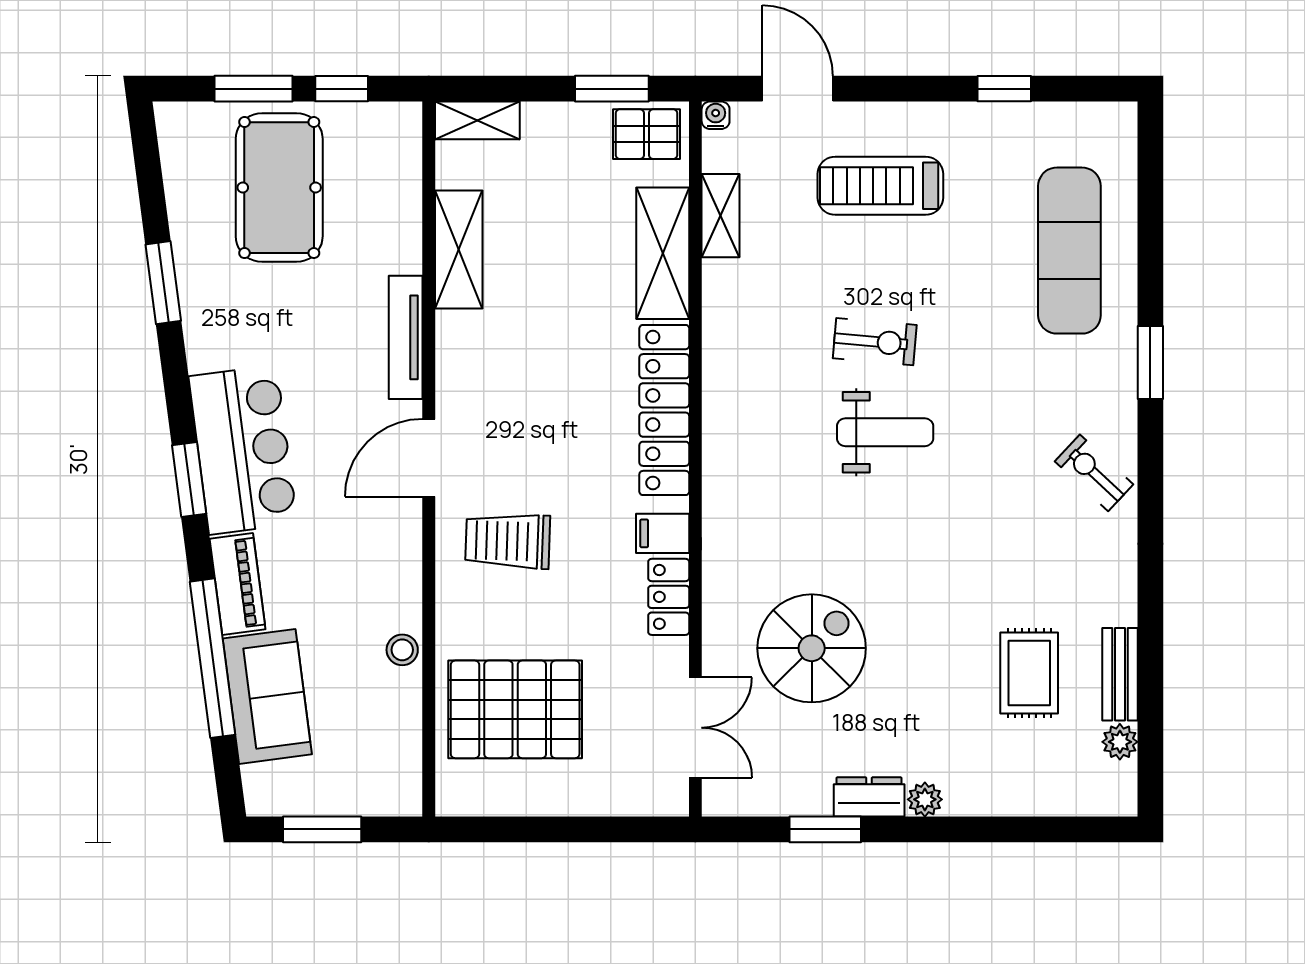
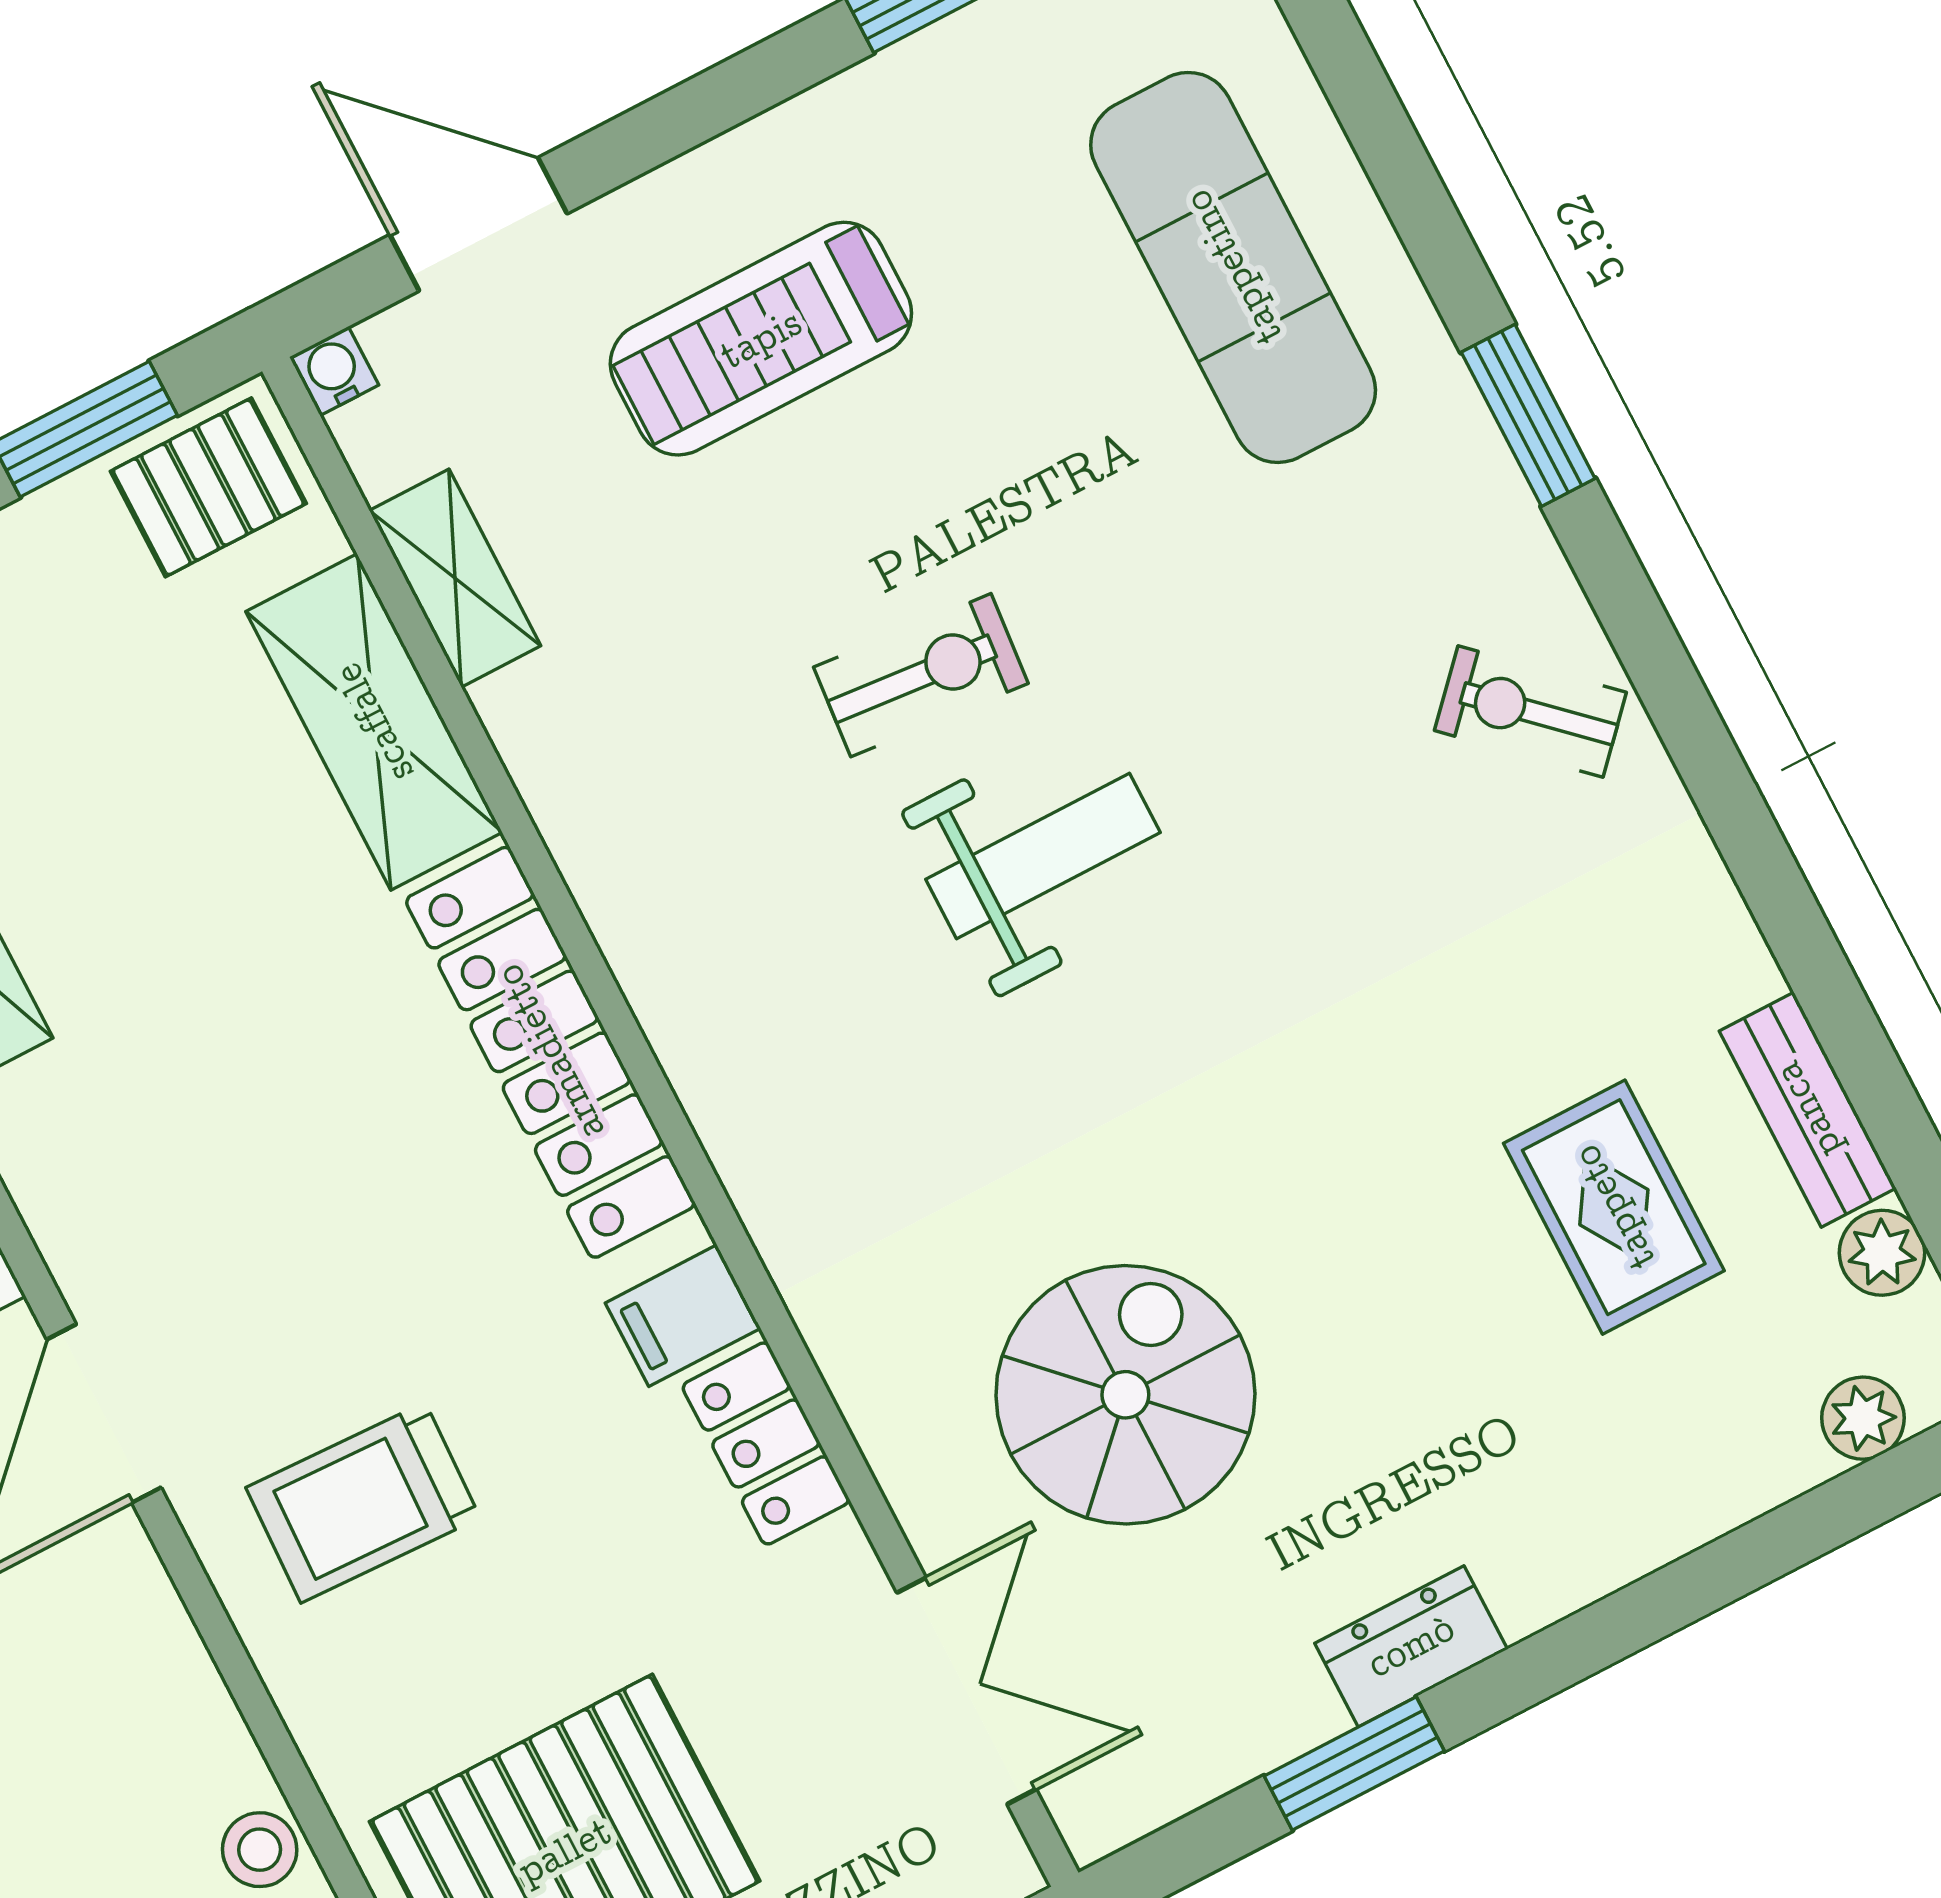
plant: (925, 799) -> (1863, 1418), moved

